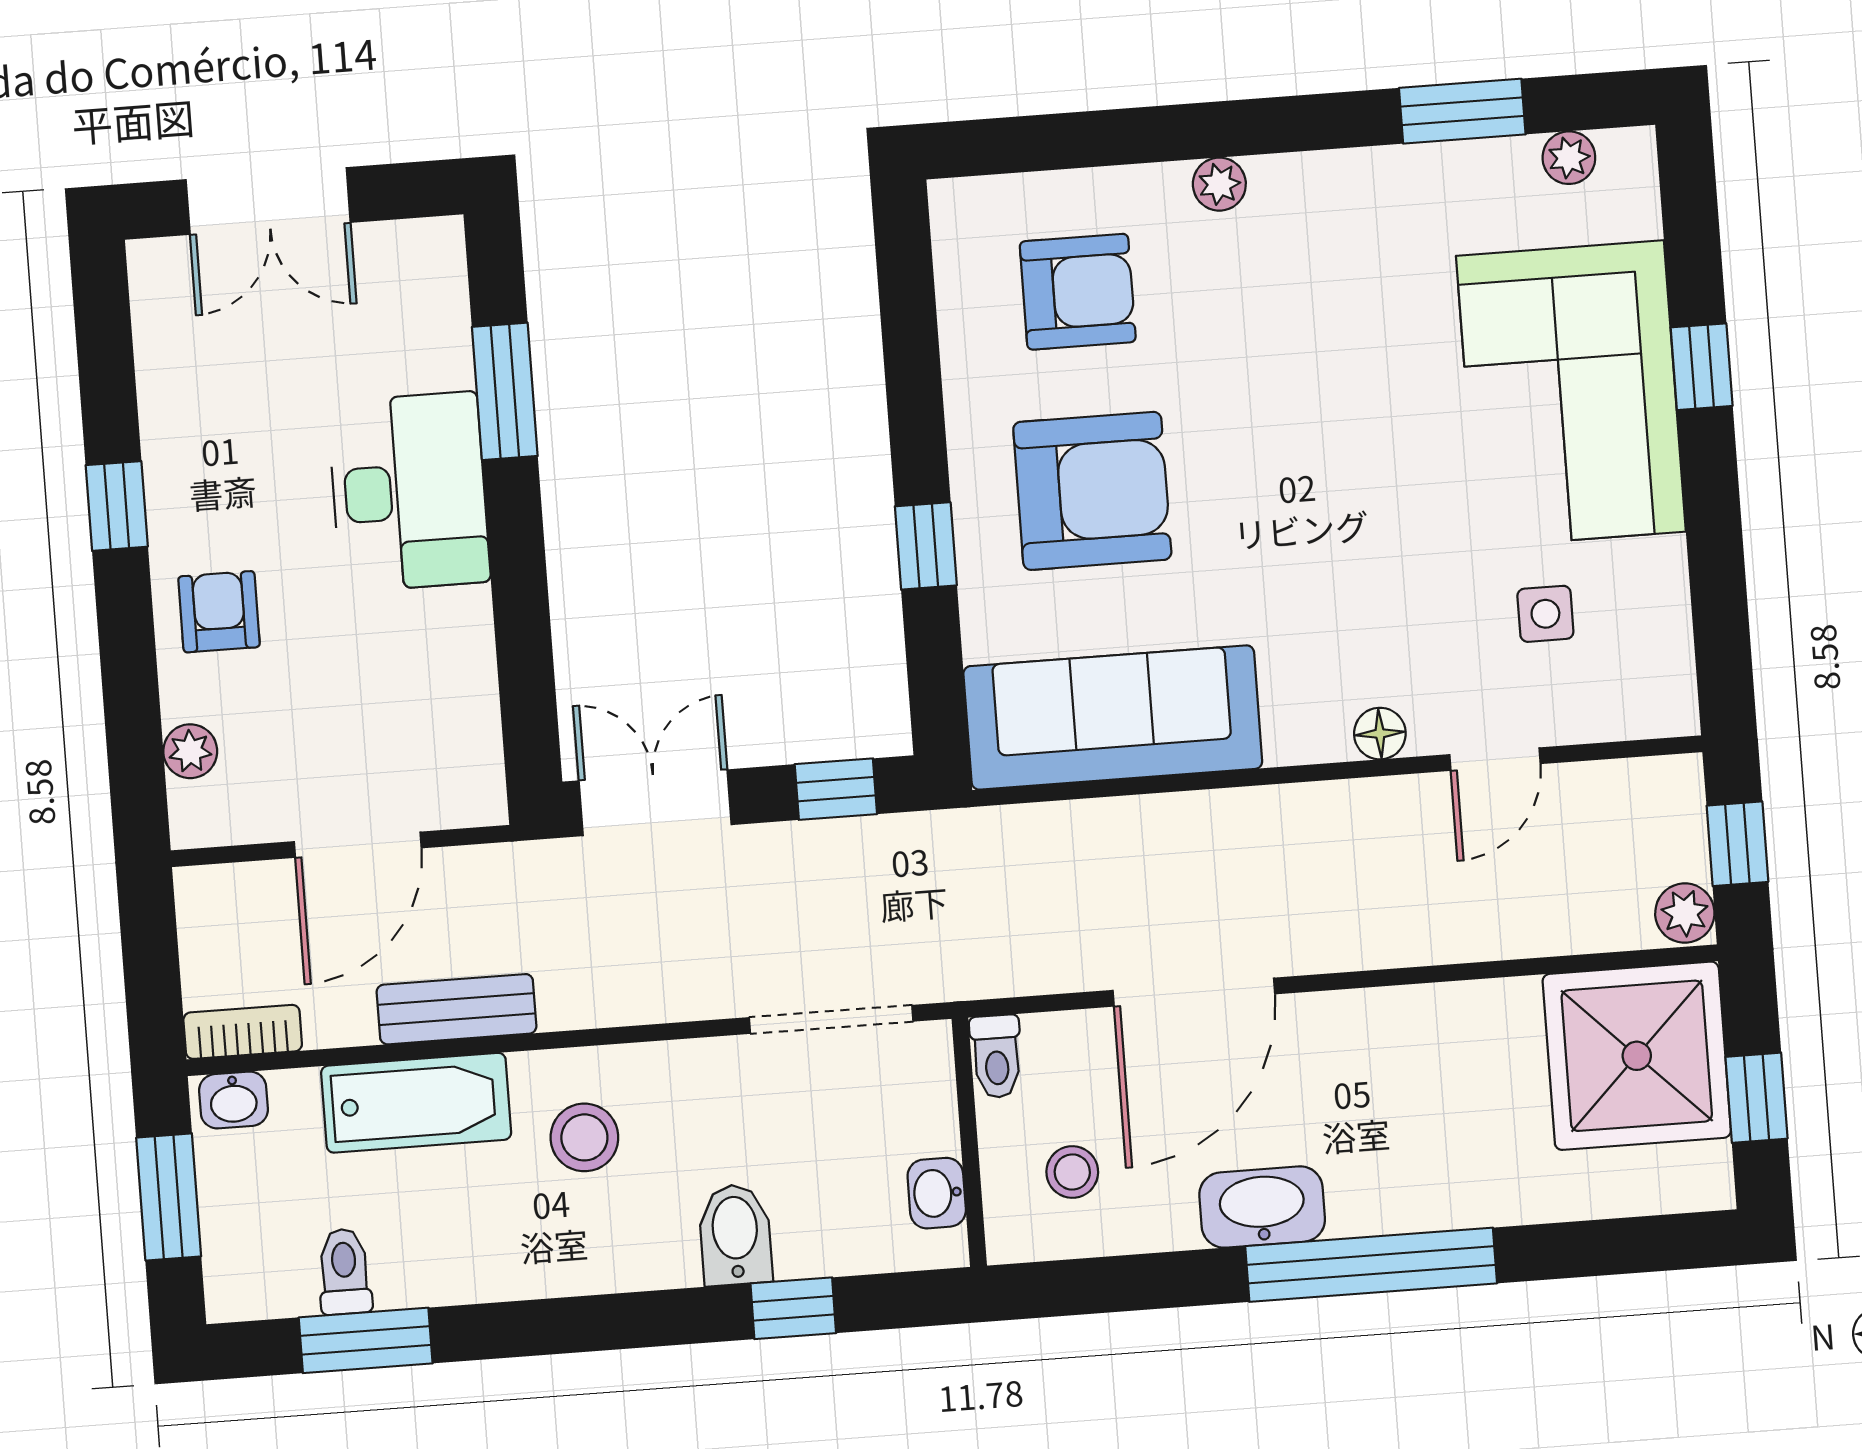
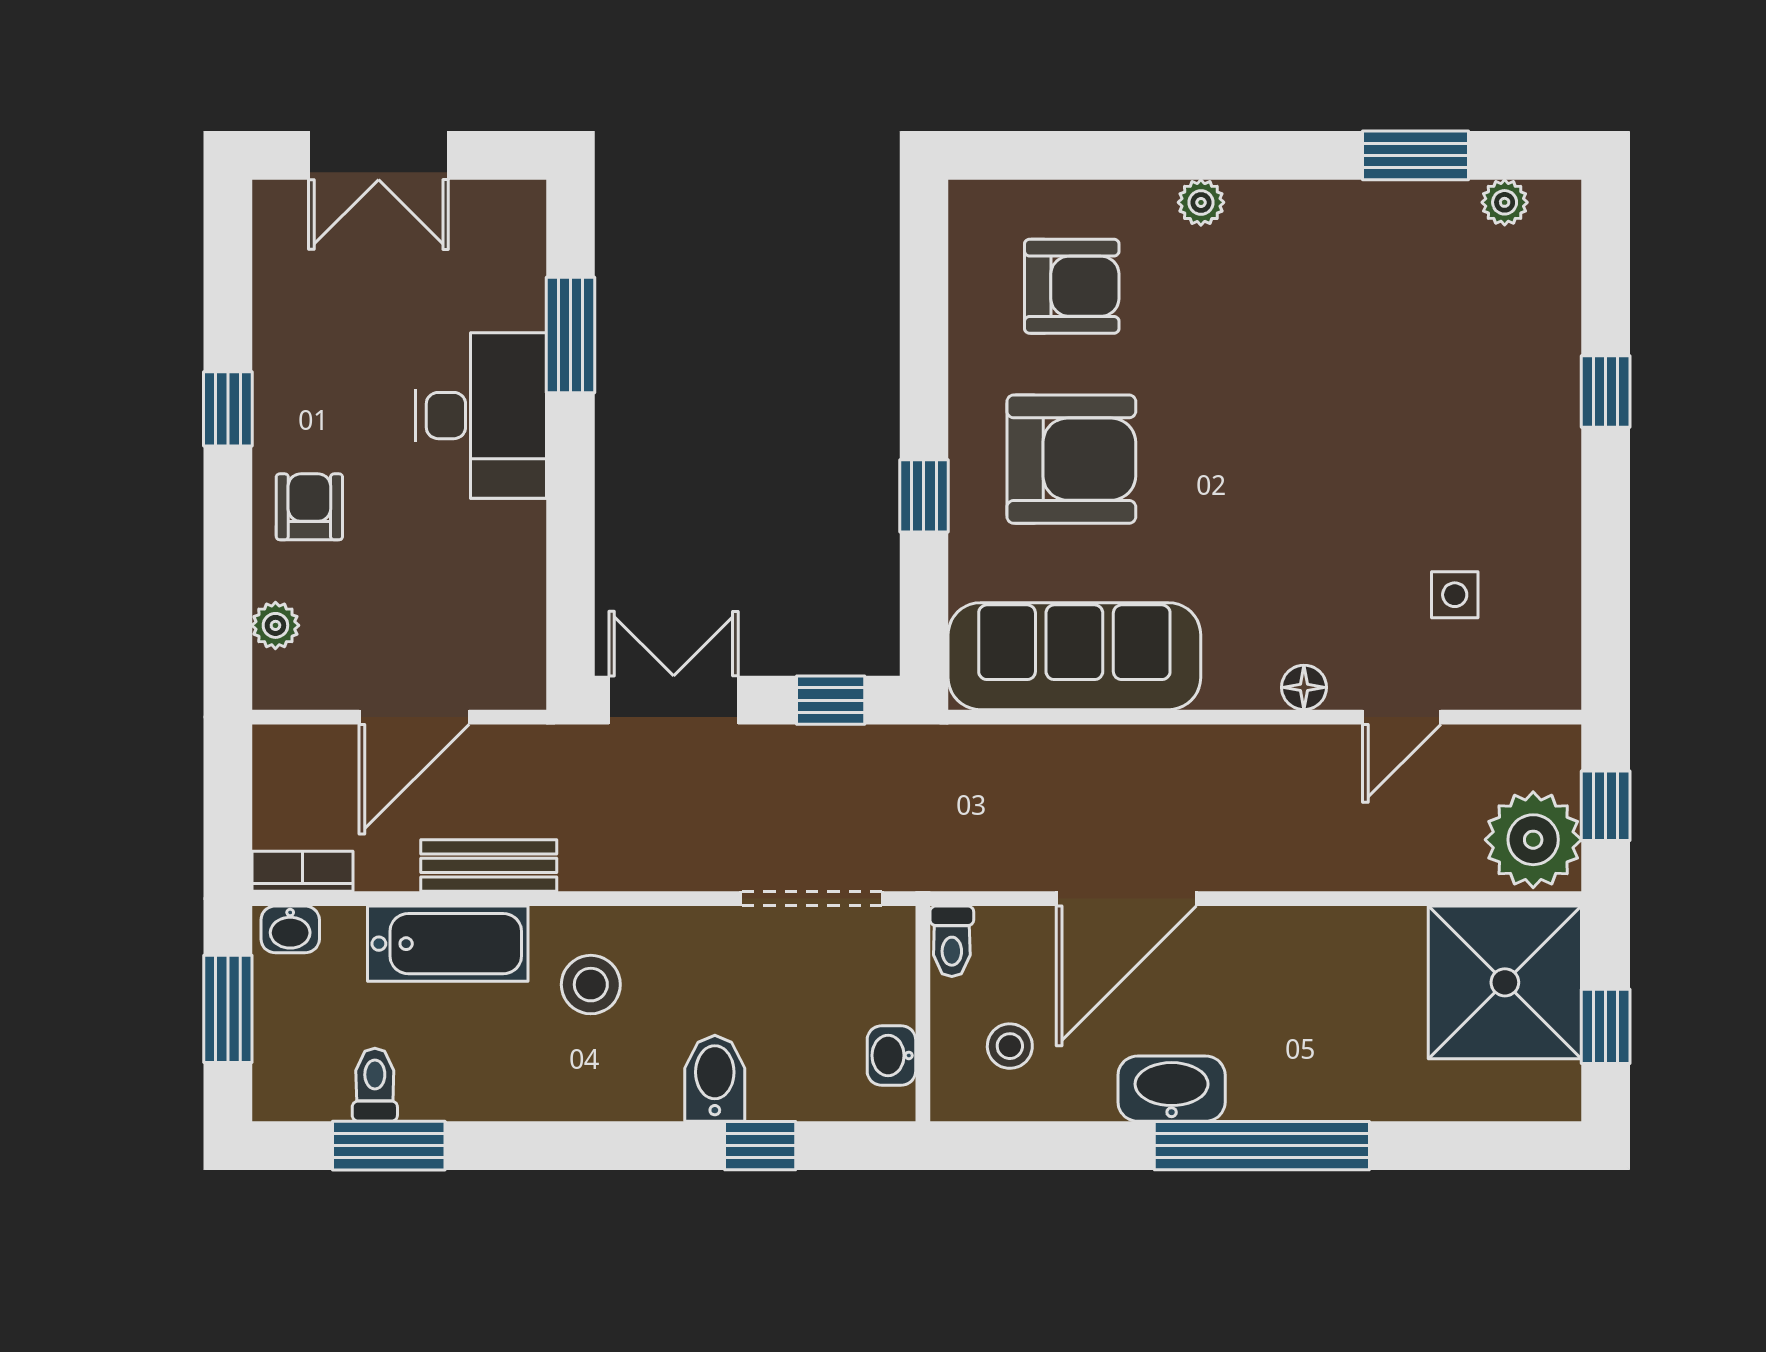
corner sofa: (1571, 394) -> (1491, 406), removed
plant: (1685, 913) -> (1533, 840), width x1.88, depth x1.88

